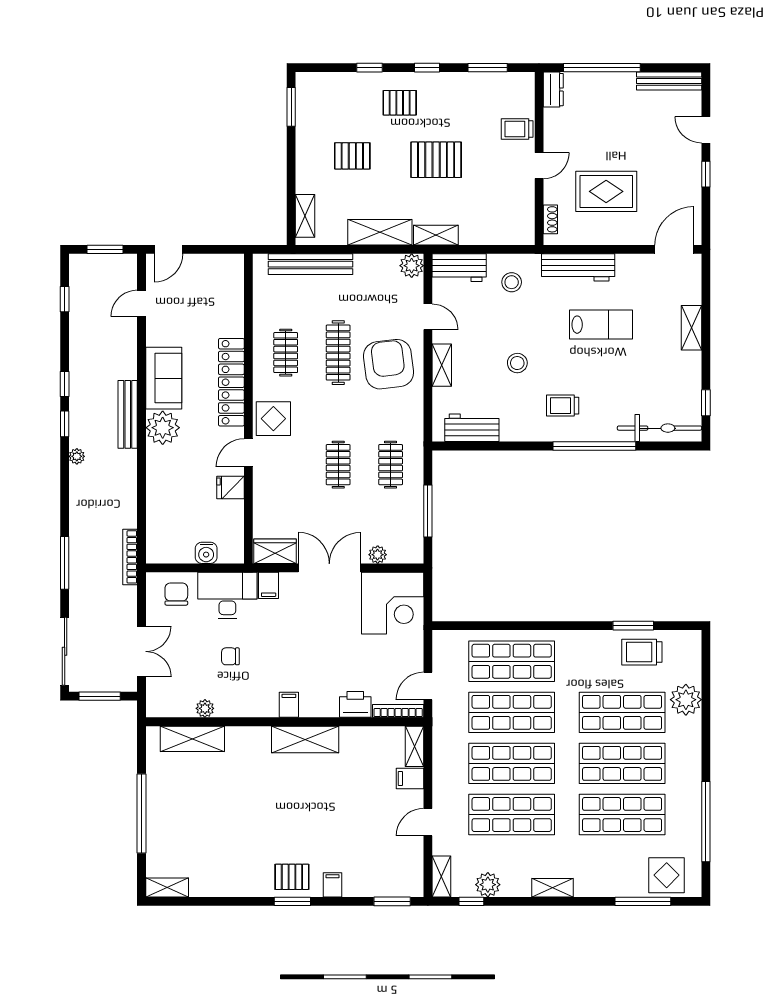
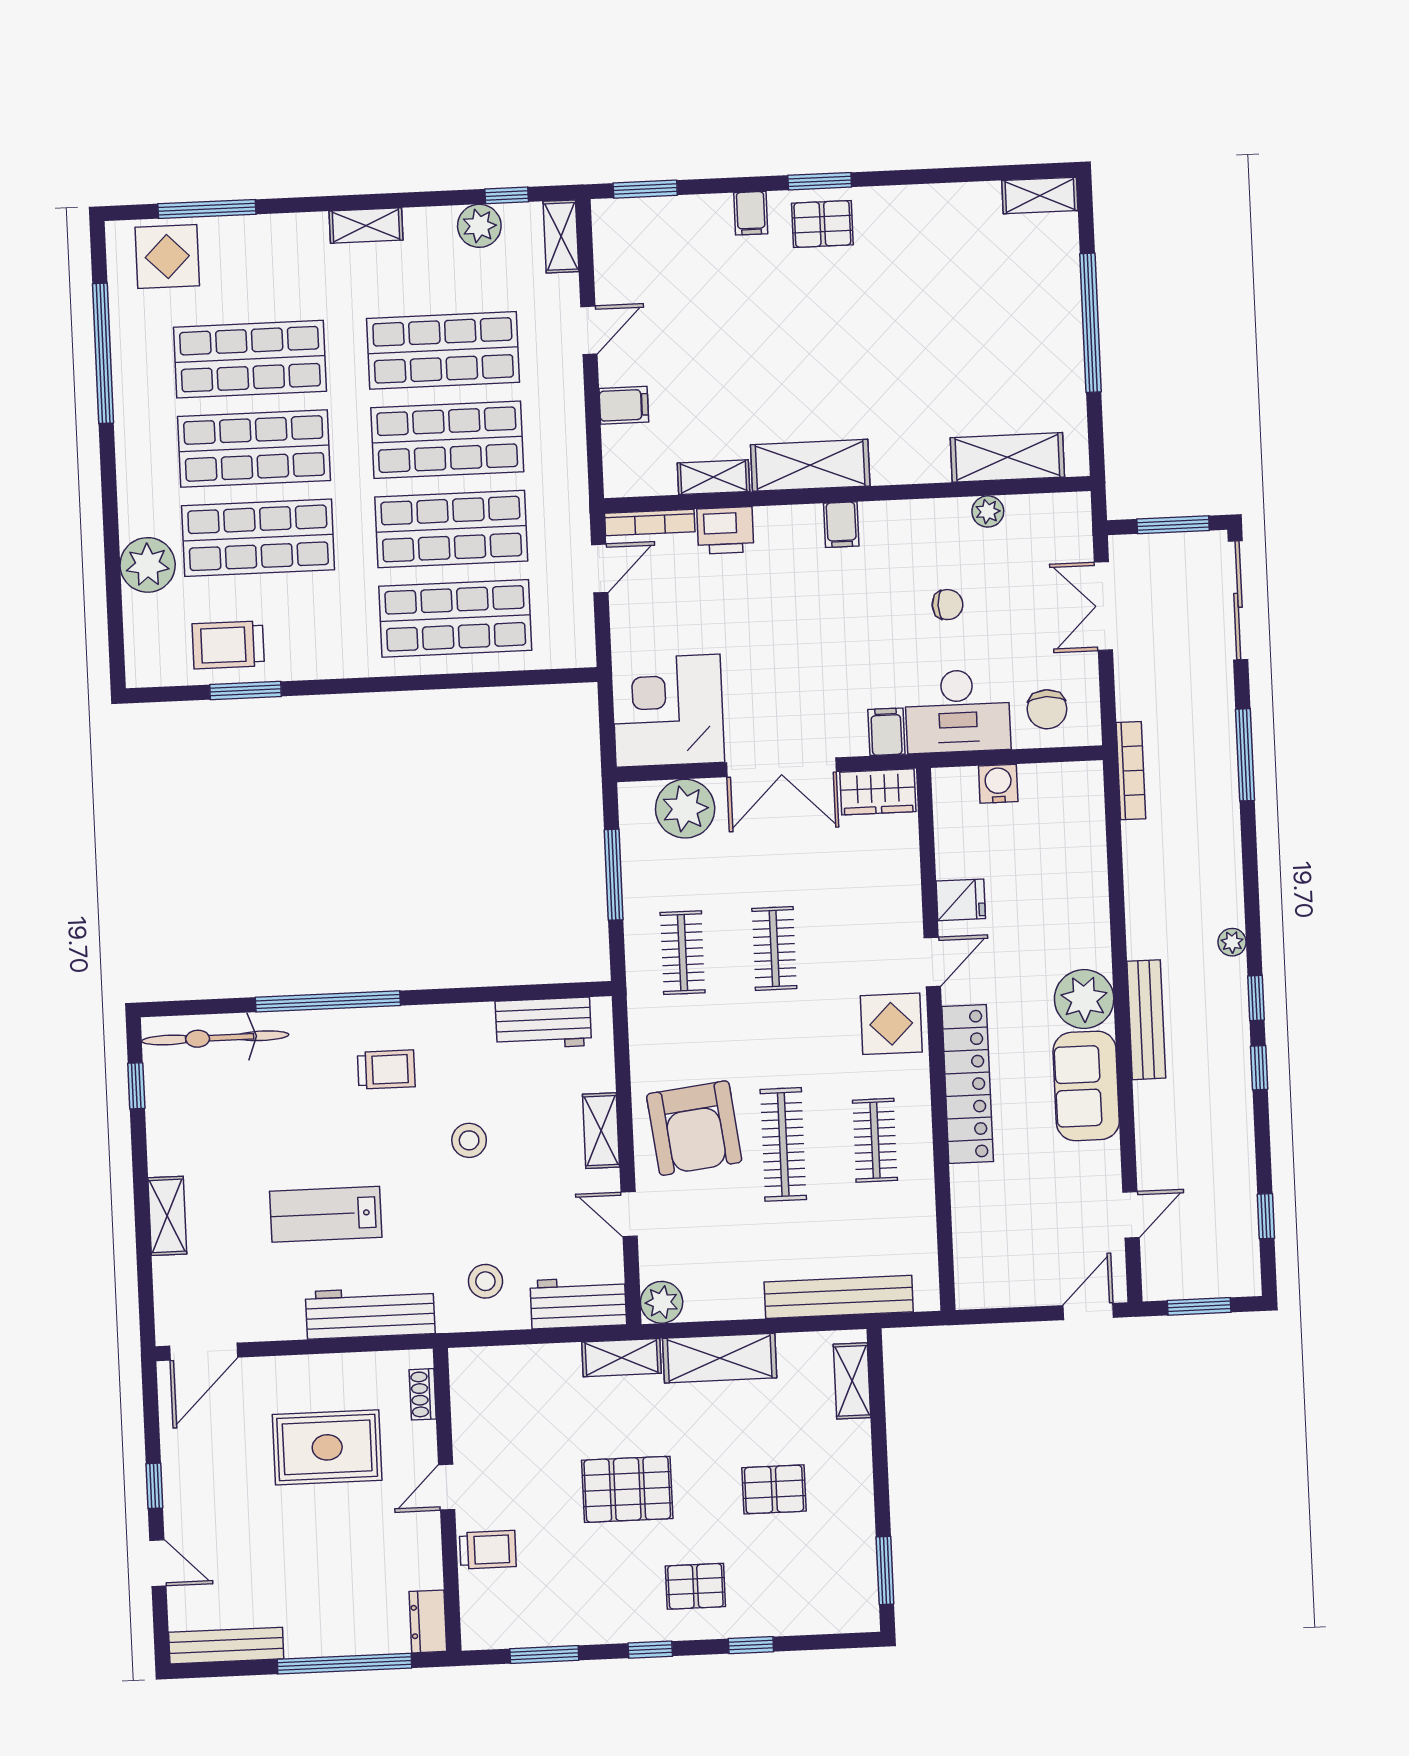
plant: (378, 555) -> (685, 809), width x1.88, depth x1.88
trolley: (642, 652) -> (228, 645), turned 180
shelving: (415, 746) -> (714, 477), moved, turned 90

